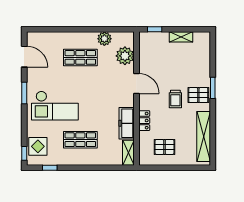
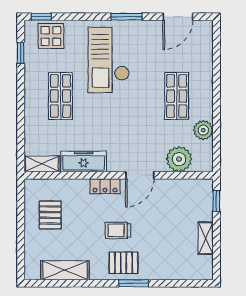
pallet: (198, 95) -> (124, 263), turned 90
locker: (144, 121) -> (105, 186), moved
shelving: (204, 137) -> (65, 270), width x0.68

